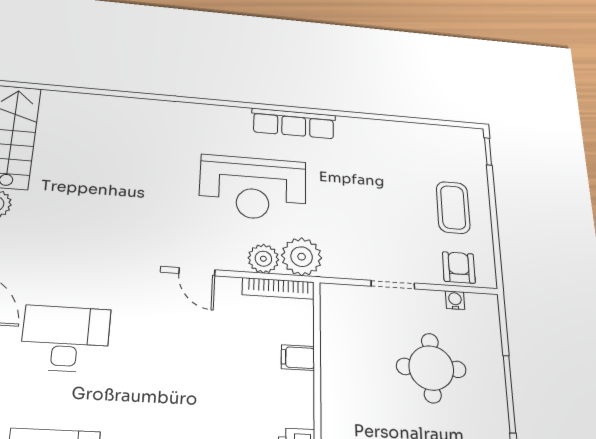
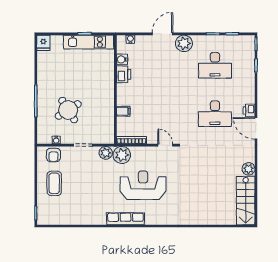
plant: (263, 259) -> (106, 153), moved
round table: (431, 368) -> (68, 110), turned -32

